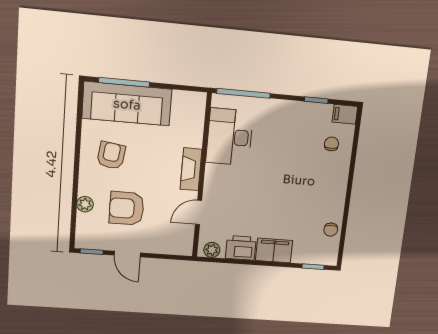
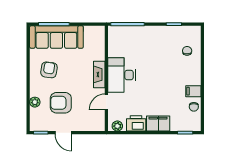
filing cabinet: (345, 114) -> (193, 91), moved
desk: (230, 137) -> (122, 75), moved

